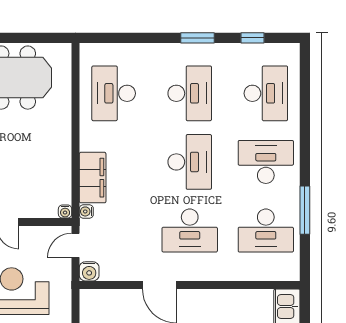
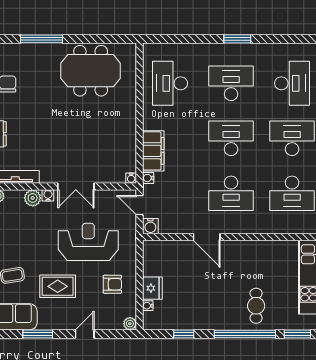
window: (253, 38) -> (281, 39), removed
desk: (190, 93) -> (231, 83), turned -90
desk: (190, 162) -> (231, 138), turned -90
door: (76, 245) -> (140, 205), hinge flipped

